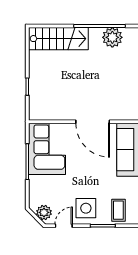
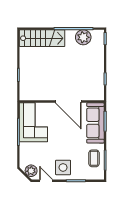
coffee table: (118, 210) -> (94, 158), moved
door: (64, 226) -> (46, 181), hinge flipped

